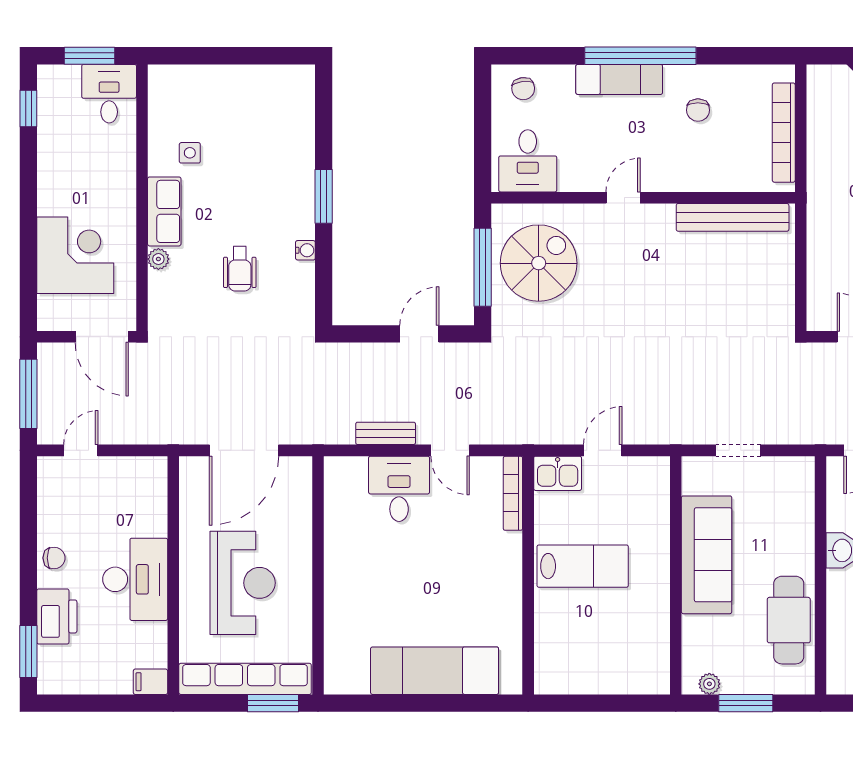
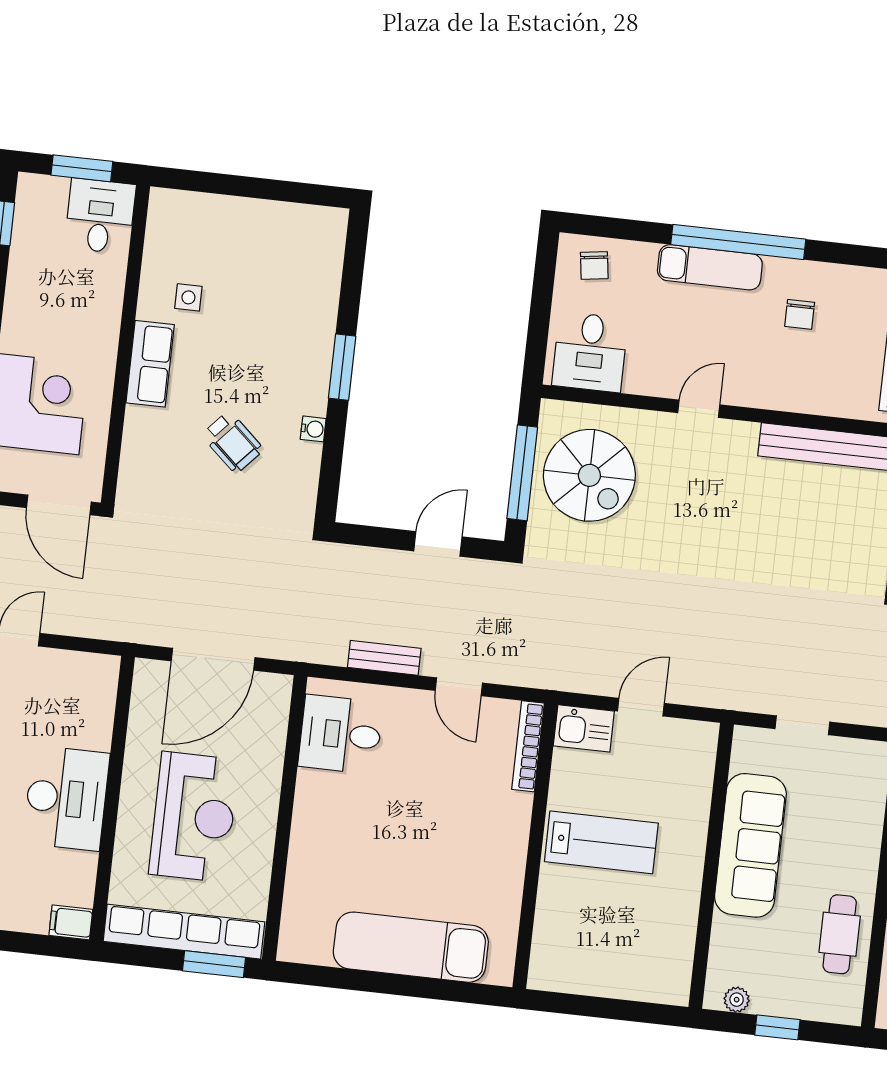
plant: (158, 259) -> (137, 420), removed
spiral stairs: (539, 263) -> (589, 475), turned 90
wheelchair: (240, 269) -> (232, 442), turned -48
desk: (399, 489) -> (341, 734), moved, turned -90
cafe table: (789, 620) -> (840, 934), width x0.73, depth x0.74
window: (746, 703) -> (777, 1027), width x0.67

